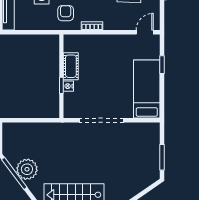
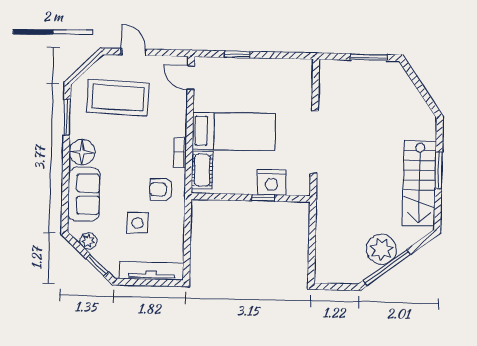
cot: (71, 66) -> (202, 170), moved, turned 90
nightstand: (68, 86) -> (272, 182), width x1.89, depth x1.79
bed: (147, 89) -> (234, 131), moved, turned 180

